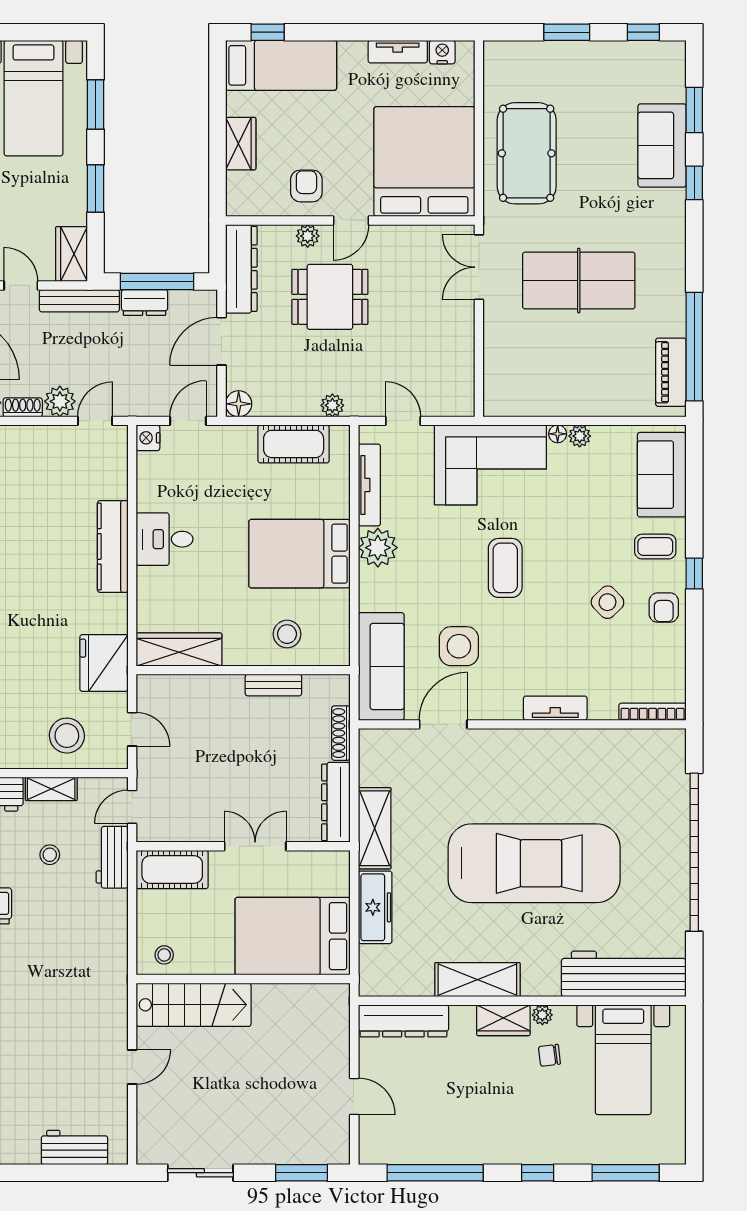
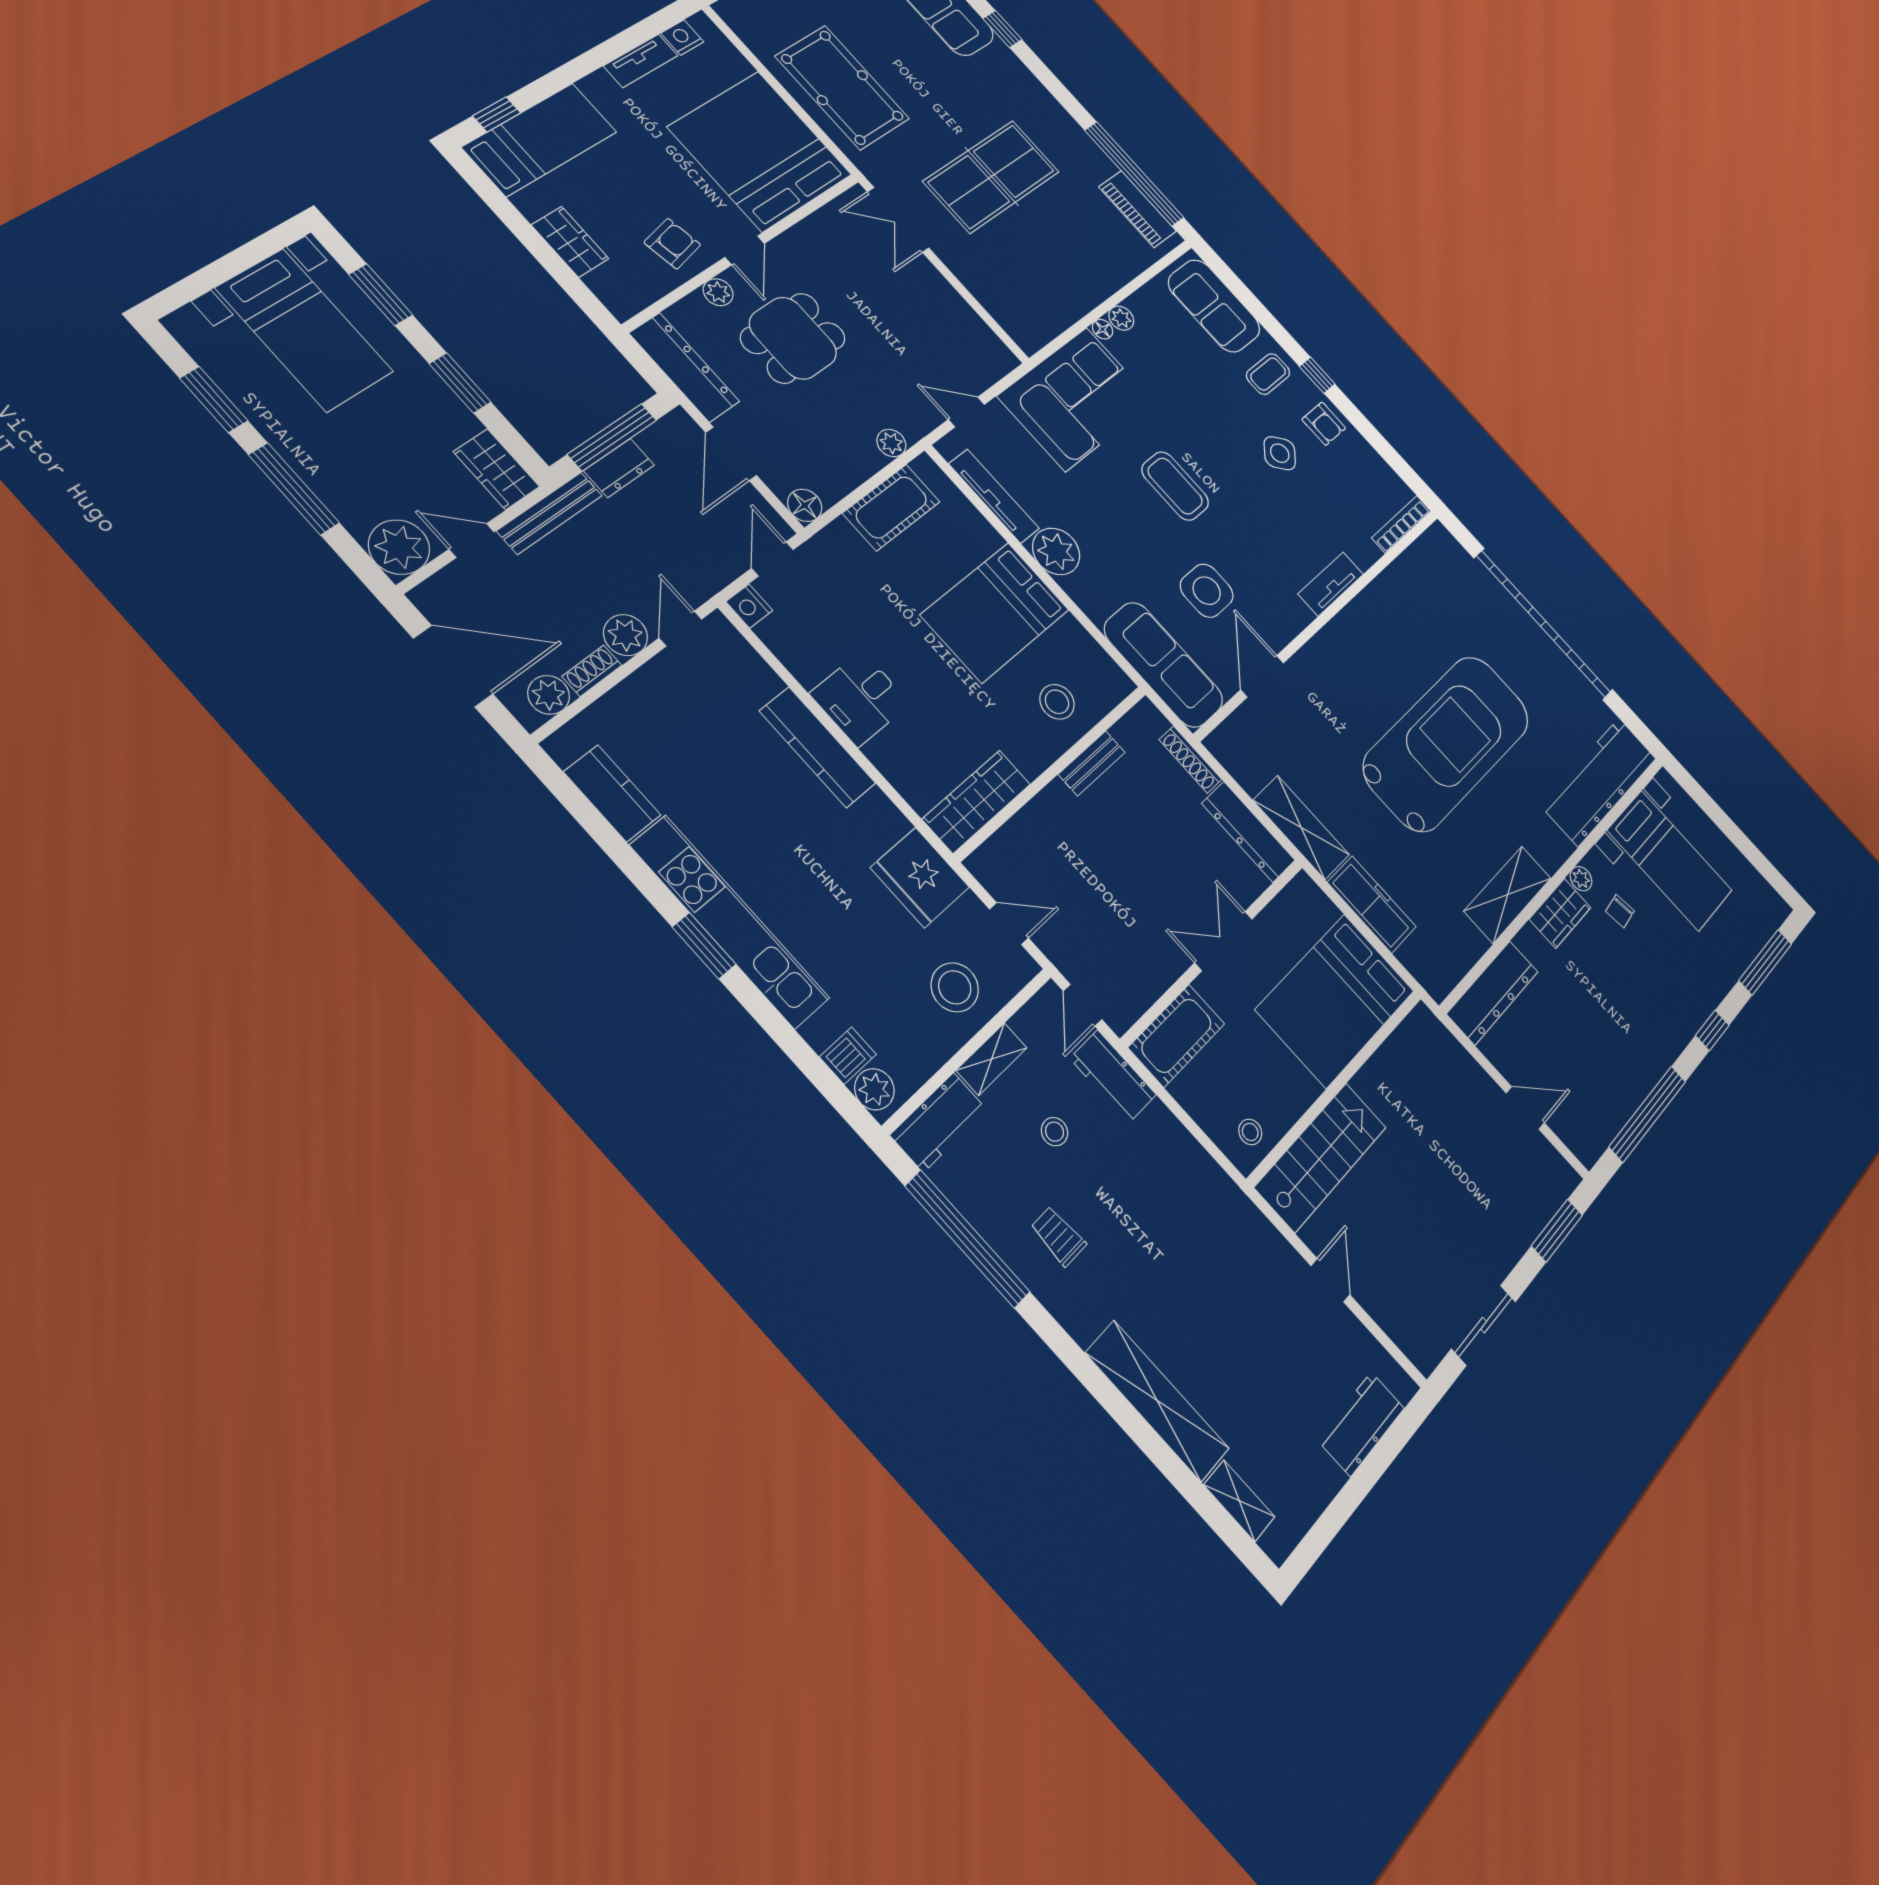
armchair: (306, 186) -> (672, 244), turned 79

